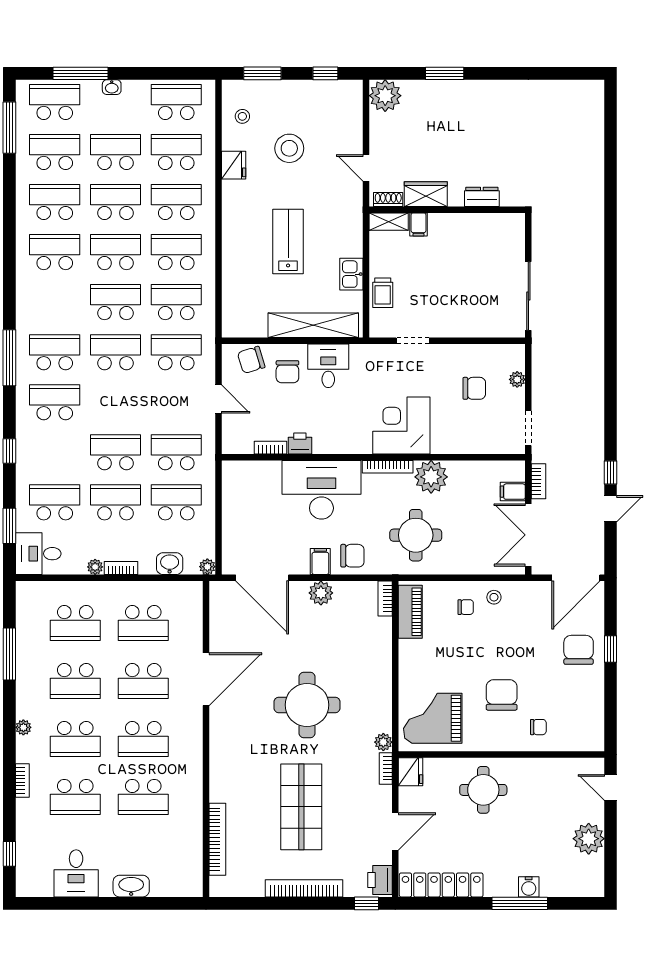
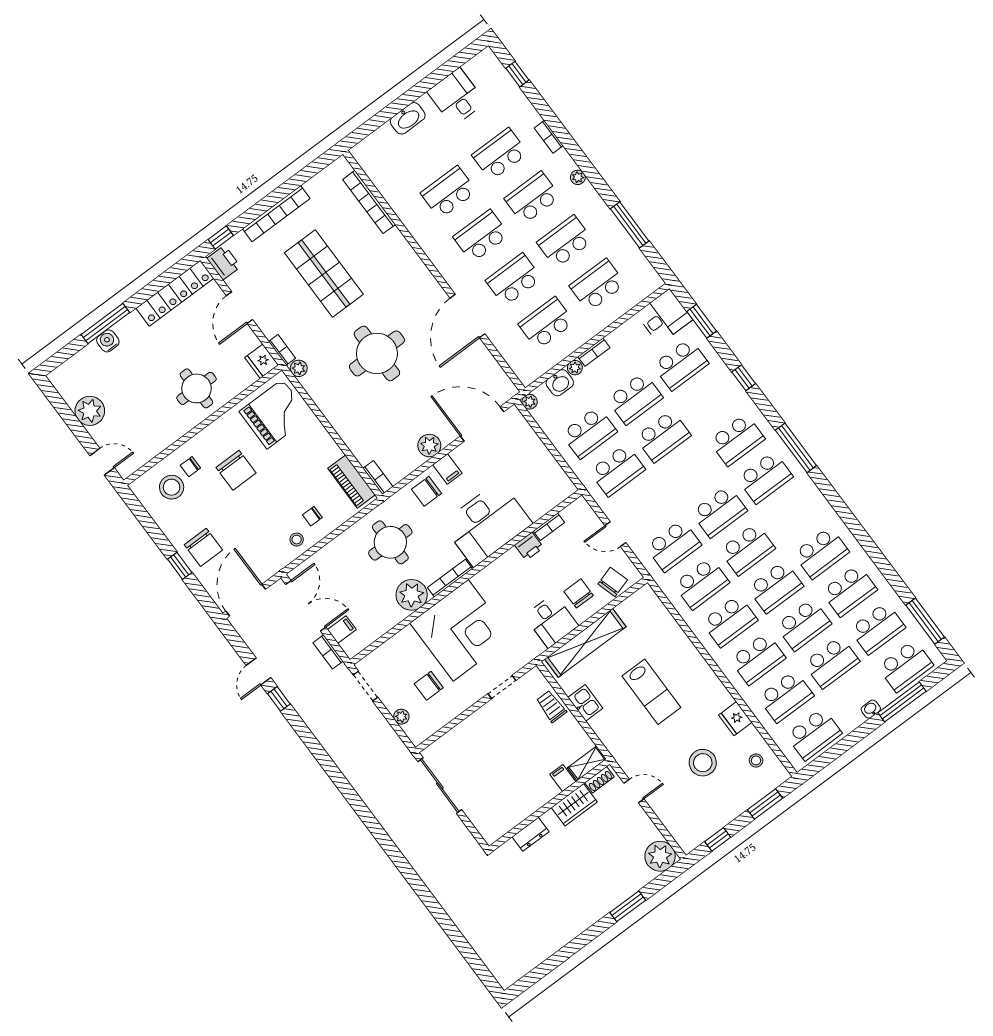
corner desk: (401, 426) -> (461, 630), width x1.36, depth x1.36
plant: (95, 567) -> (575, 368), moved
stool: (567, 721) -> (172, 487), added

